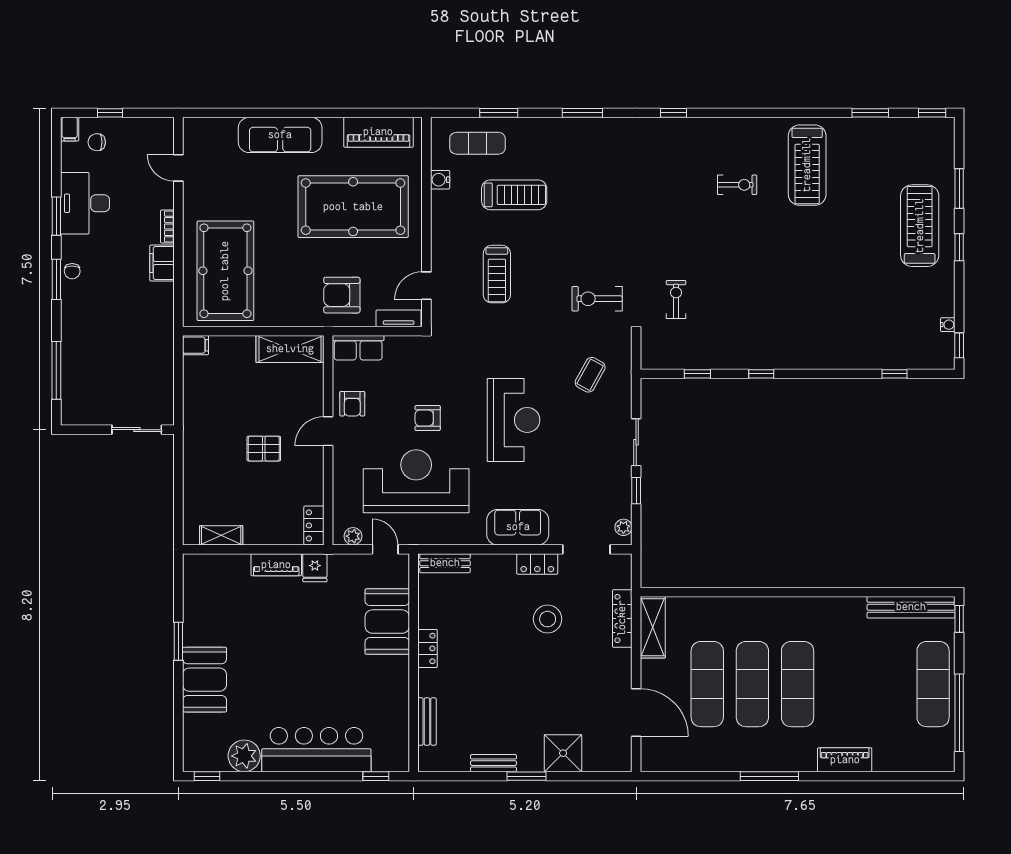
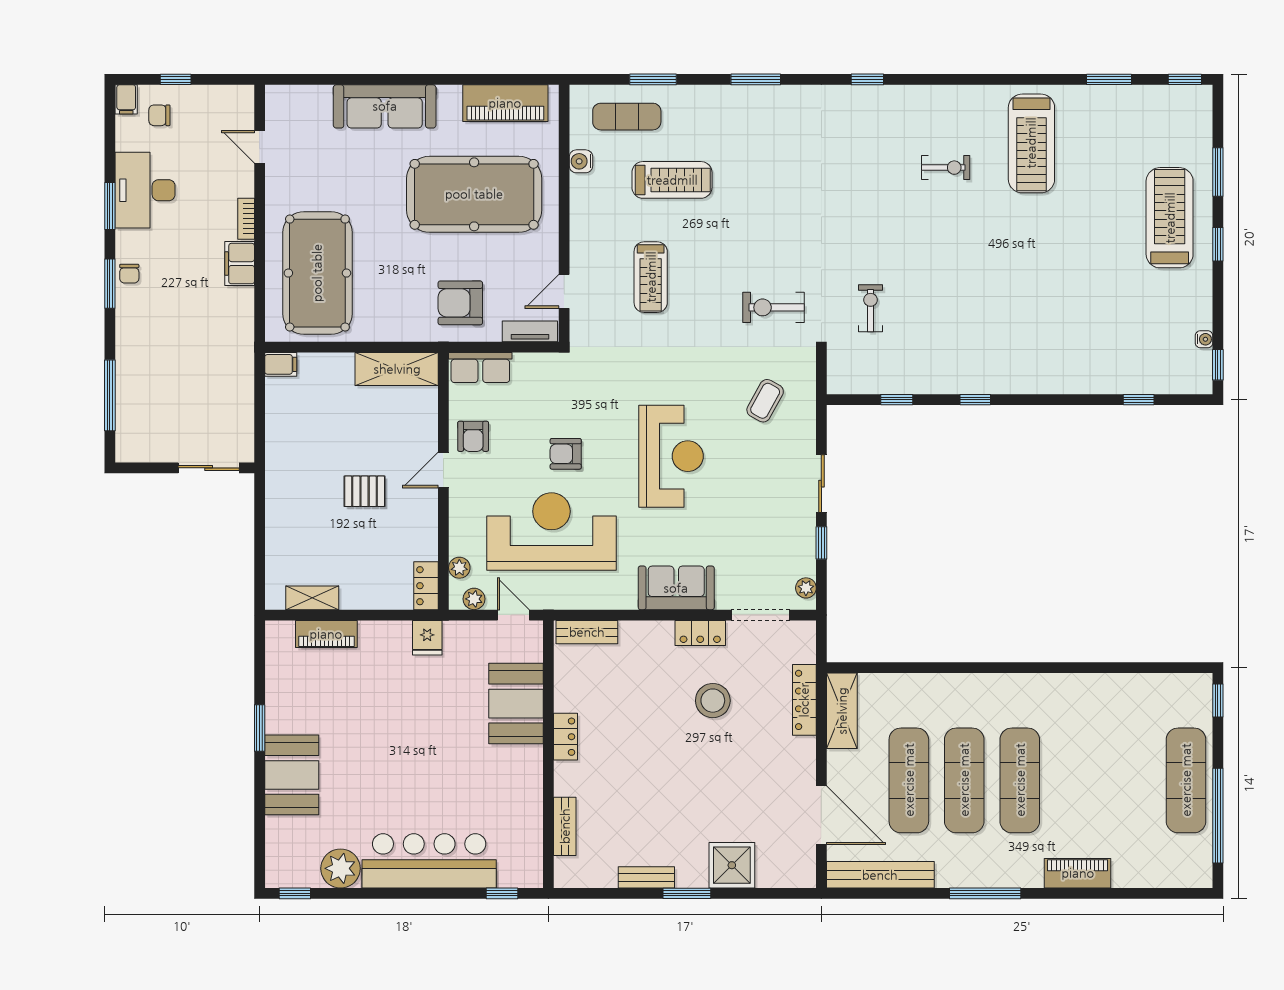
plant: (341, 511) -> (459, 568), added
piano: (276, 565) -> (326, 634), moved
bench: (911, 607) -> (880, 875), moved

